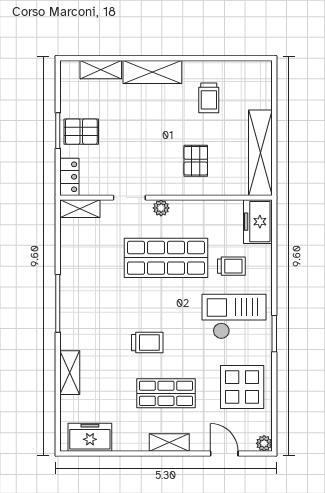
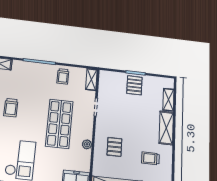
pallet: (196, 161) -> (114, 147), turned 90
locker: (69, 177) -> (110, 76), removed
plant: (161, 208) -> (87, 144), moved
trolley: (231, 266) -> (63, 76), moved

